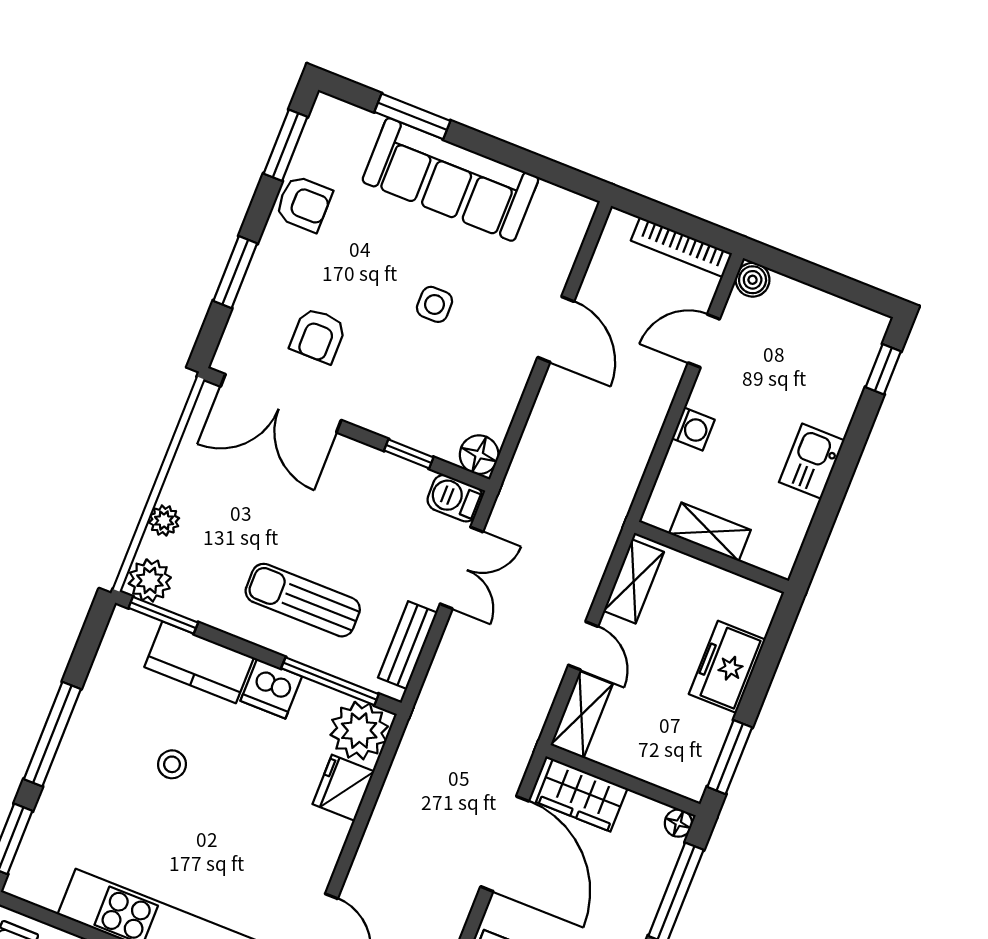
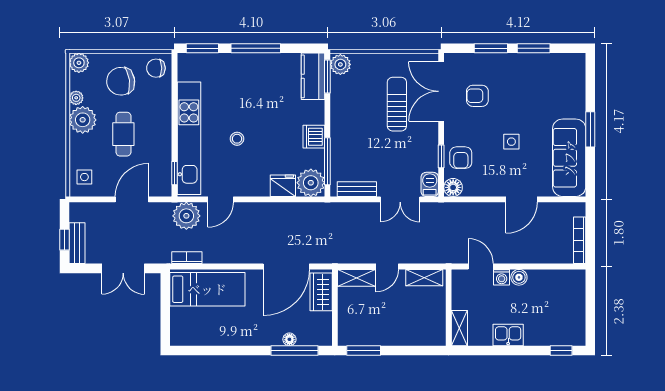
window: (412, 116) -> (590, 129), moved
window: (285, 145) -> (534, 48), moved
sofa: (450, 180) -> (569, 158), moved
armchair: (304, 204) -> (461, 158), moved
boiler: (753, 280) -> (519, 277), moved
door: (704, 341) -> (481, 267), moved
plant: (164, 520) -> (369, 60), removed
shelving: (710, 532) -> (459, 328), moved
sun lounger: (303, 600) -> (397, 104), moved
kitchen counter: (199, 662) -> (313, 76), moved
freezer: (727, 667) -> (403, 334), removed
stool: (172, 764) -> (237, 139), moved
floor lamp: (678, 823) -> (289, 339), moved

